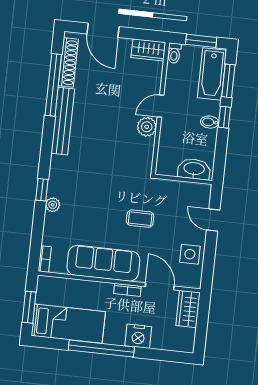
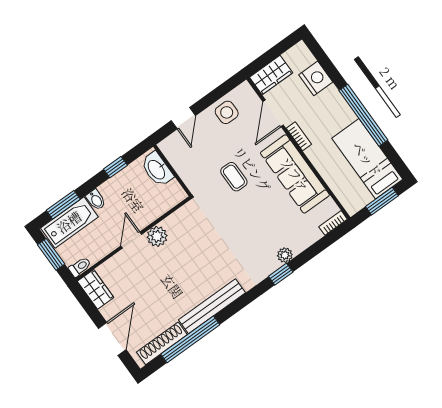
door: (161, 106) -> (131, 240), swing flipped
window: (224, 117) -> (115, 167), moved
bidet: (210, 122) -> (96, 200), moved
nightstand: (138, 336) -> (316, 78), moved

